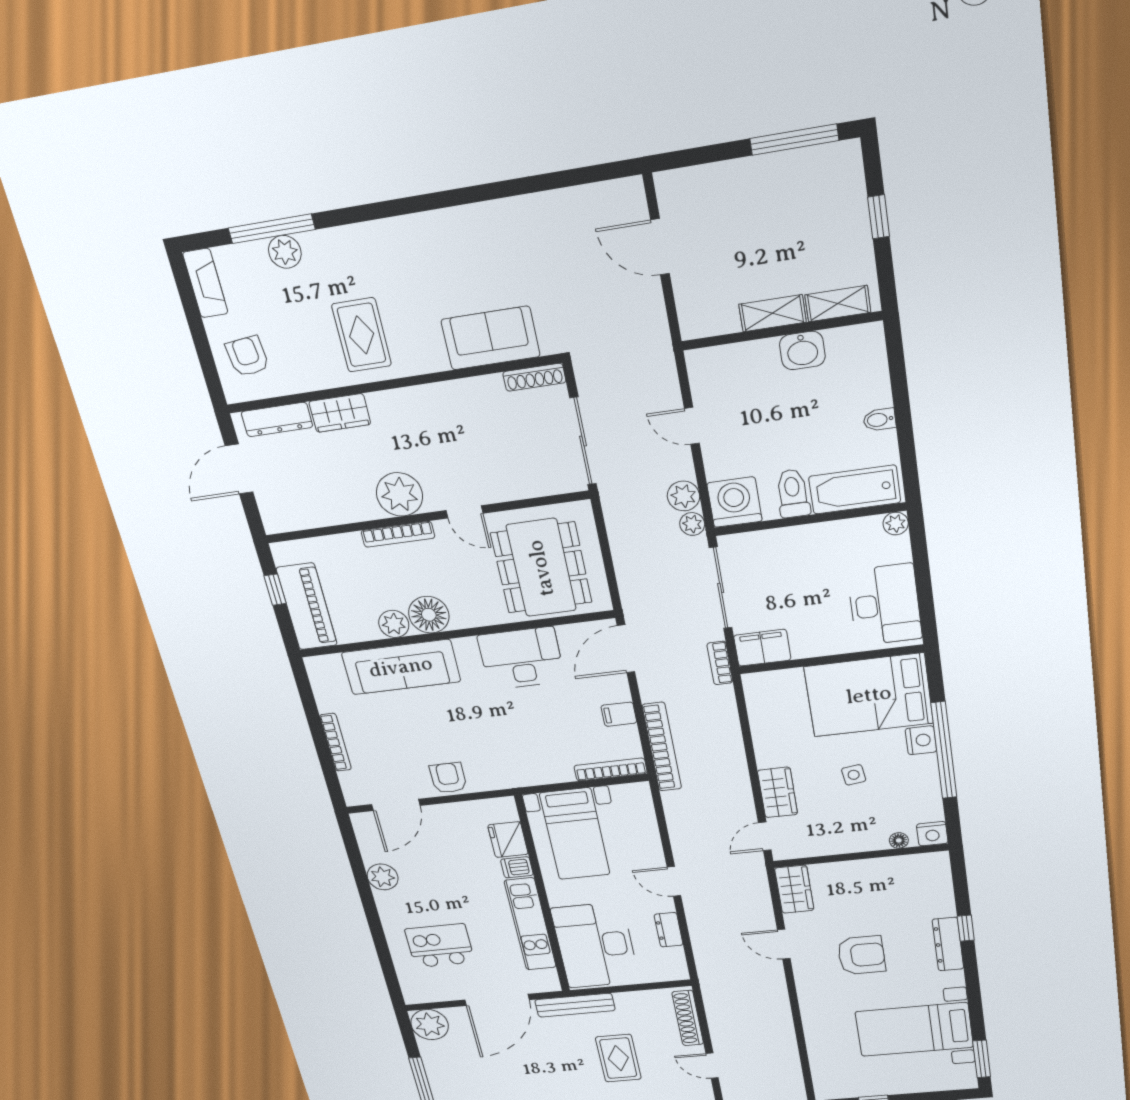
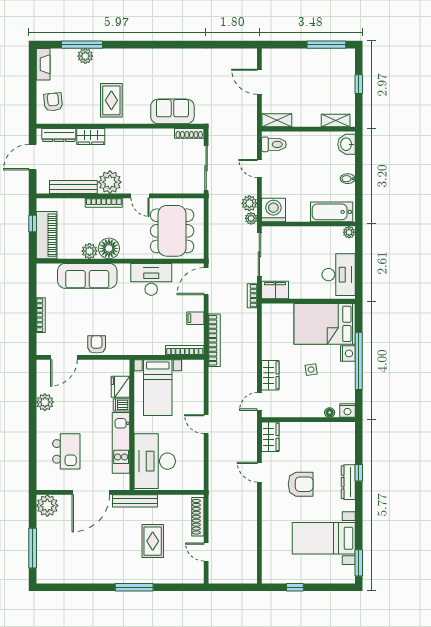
shelving: (772, 313) -> (277, 120), moved
washbasin: (802, 350) -> (347, 144), moved, turned 90
toilet: (793, 493) -> (274, 144), moved, turned 90
bench: (332, 513) -> (73, 187), added
dresser: (669, 930) -> (198, 455), removed
kitchen island: (440, 946) -> (66, 451), turned 90

